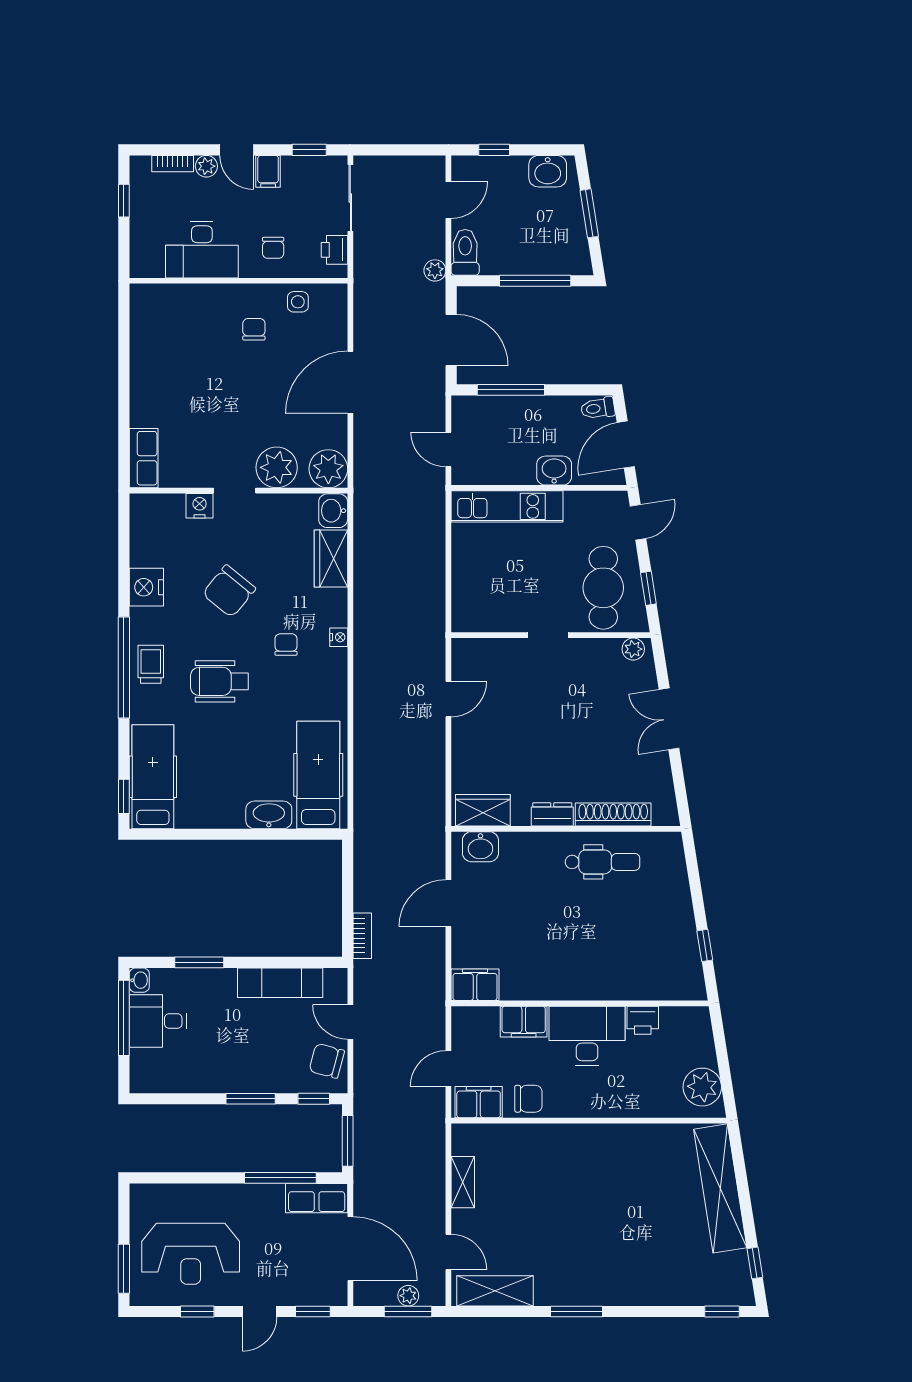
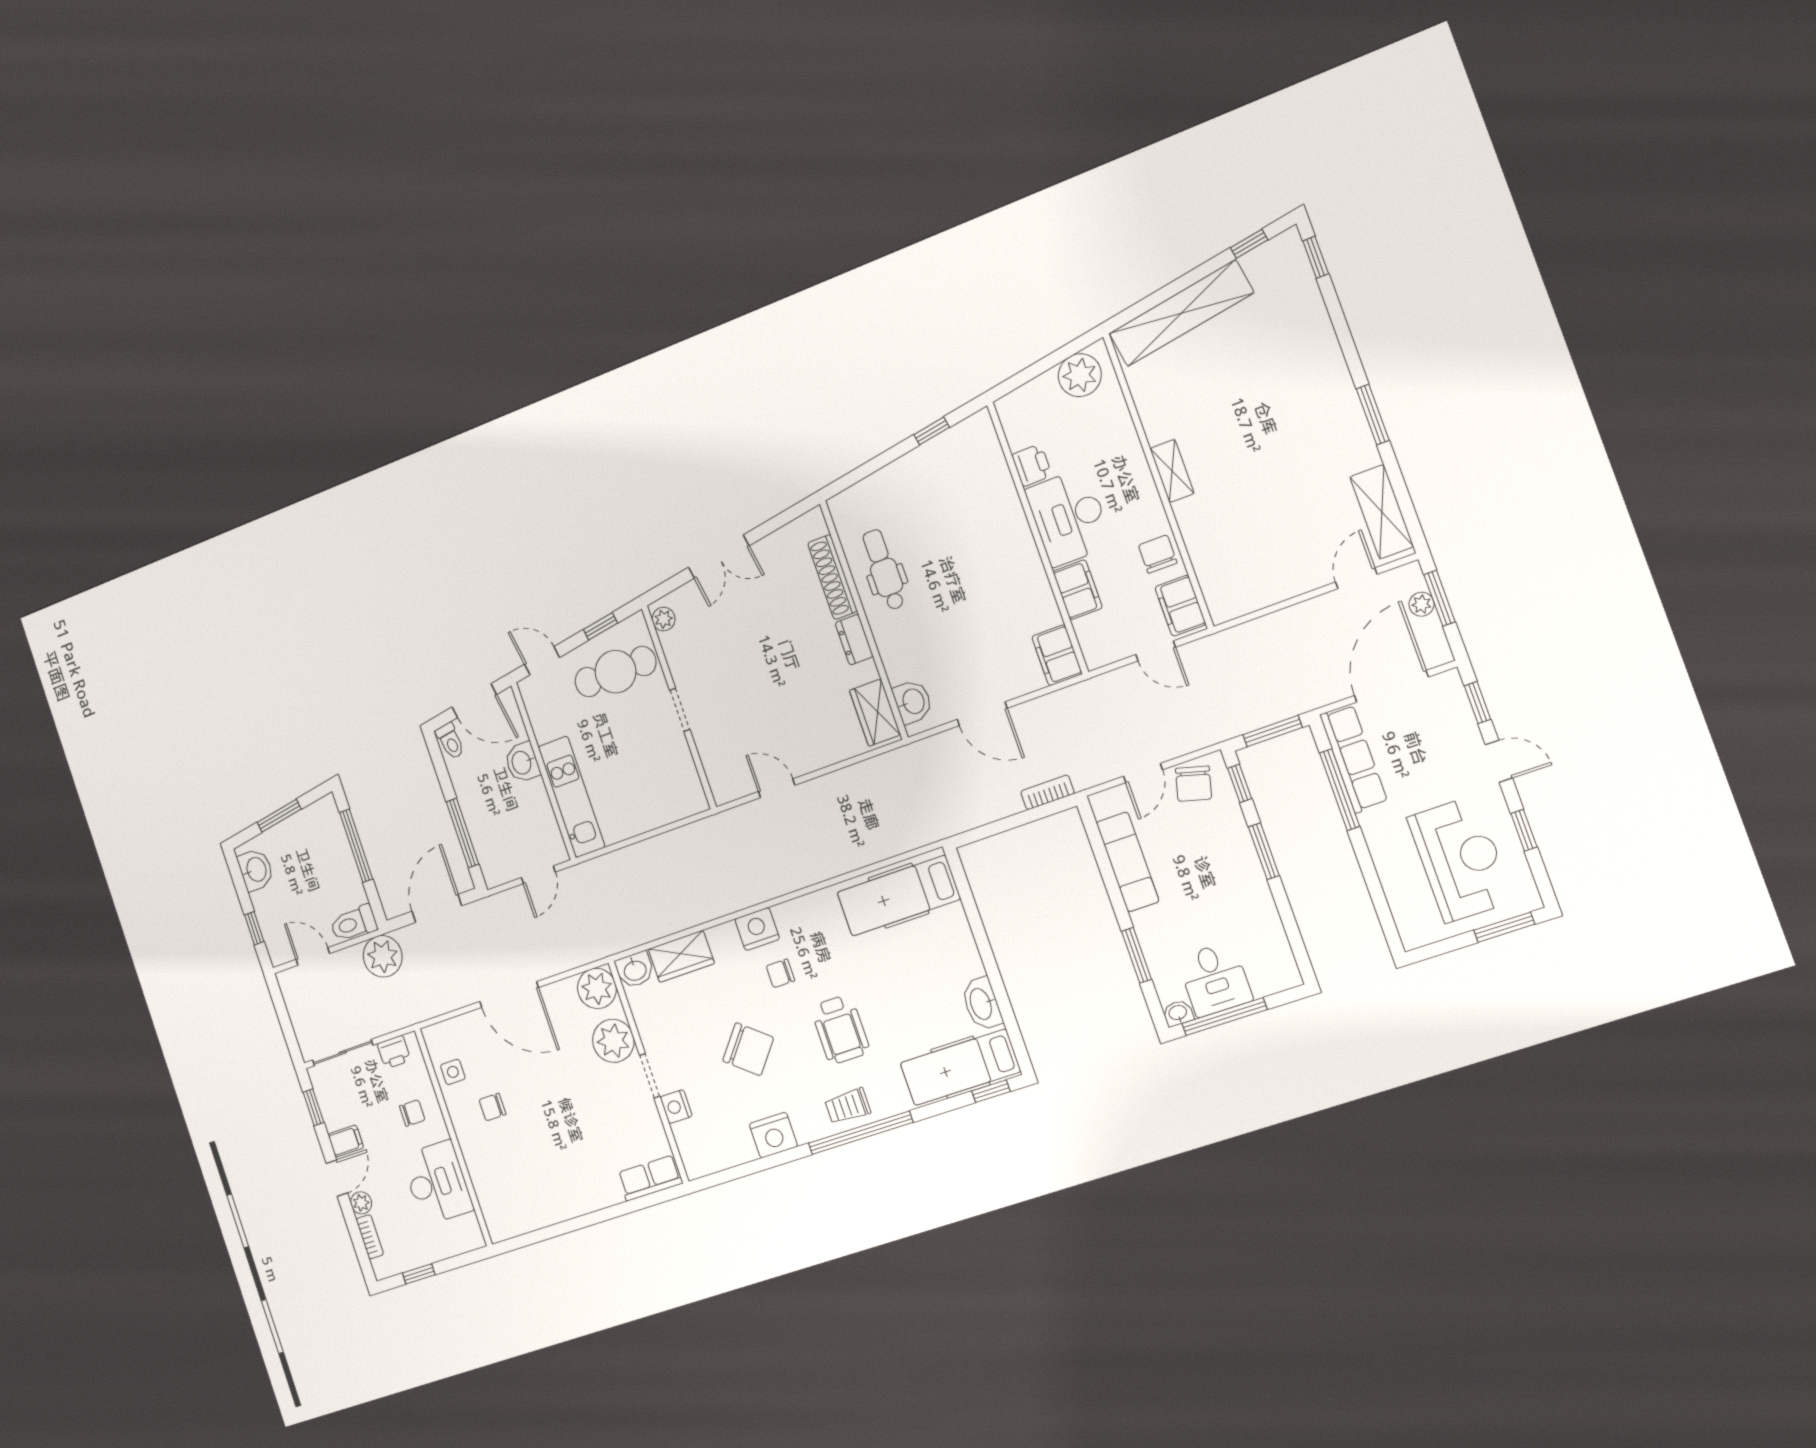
plant: (435, 270) -> (383, 956), width x1.88, depth x1.88
nightstand: (339, 637) -> (757, 929), width x1.89, depth x1.79
washbasin: (269, 815) -> (982, 1004), moved
shelving: (463, 1182) -> (1172, 471), moved, turned 90
row of seats: (317, 1198) -> (1354, 759), width x1.48

